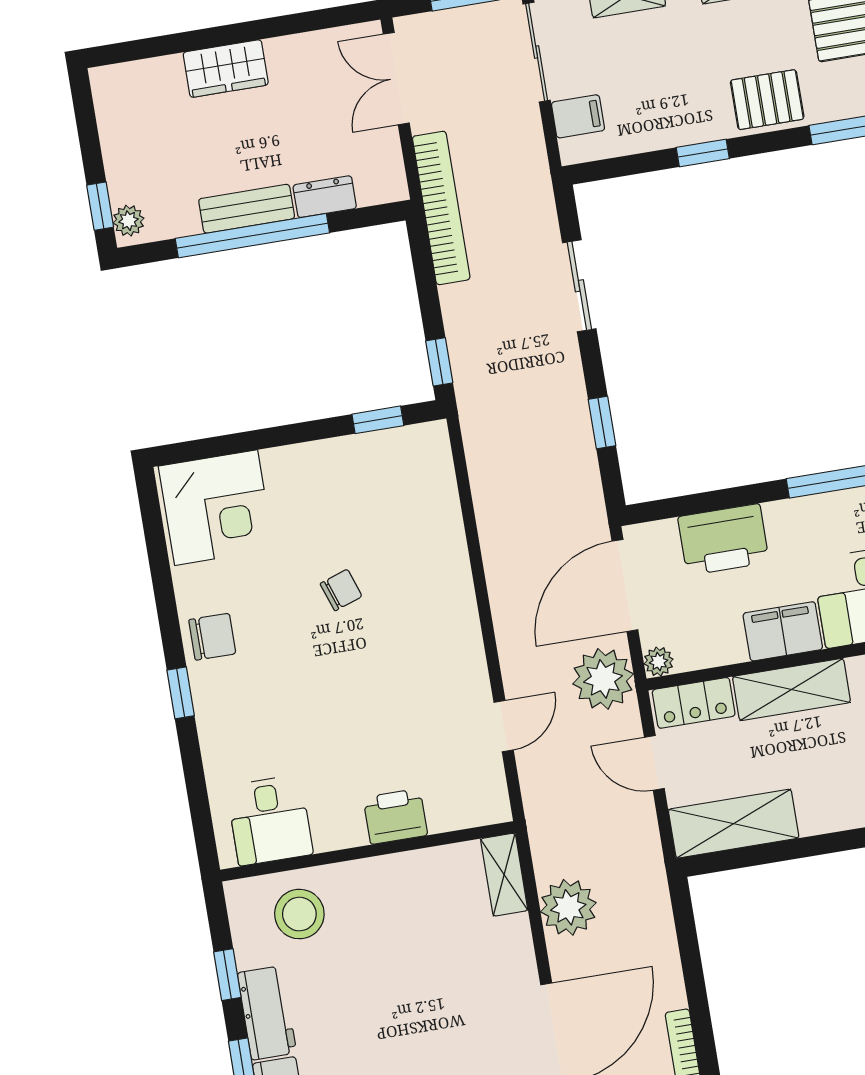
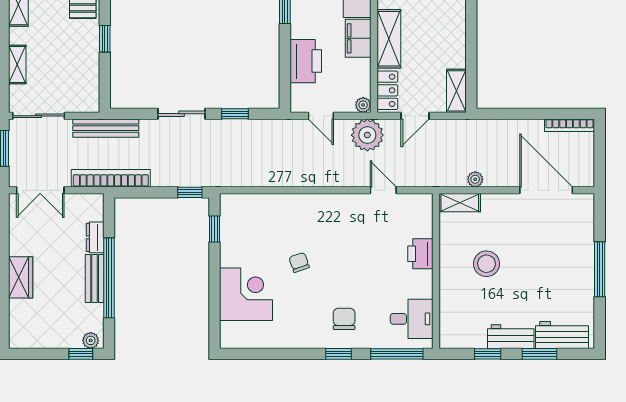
filing cabinet: (578, 116) -> (75, 100), removed
bench: (534, 183) -> (106, 128), added
sliding door: (579, 286) -> (181, 114), moved
corner desk: (216, 508) -> (246, 294), moved
door: (625, 585) -> (321, 116), width x0.53
chair: (212, 637) -> (344, 319), moved
window: (199, 803) -> (397, 354), added
shelving: (734, 824) -> (456, 91), width x0.67, depth x0.75
plant: (568, 907) -> (475, 179), width x0.53, depth x0.53
stool: (299, 914) -> (486, 264), moved

